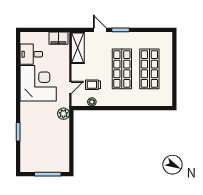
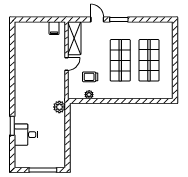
filing cabinet: (58, 38) -> (54, 28), width x0.50
desk: (31, 54) -> (26, 135), moved
corner desk: (38, 83) -> (33, 75), removed
door: (70, 87) -> (66, 64), moved

